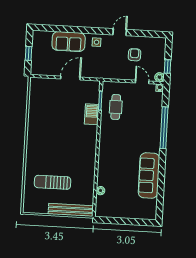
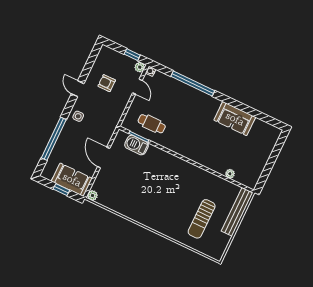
window: (69, 29) -> (54, 139), added
sofa: (69, 42) -> (72, 180), moved, turned -90
plant: (34, 82) -> (92, 195), added
door: (142, 82) -> (137, 87), swing flipped
barbecue: (92, 114) -> (137, 145), moved
sofa: (149, 175) -> (235, 119), width x0.73

